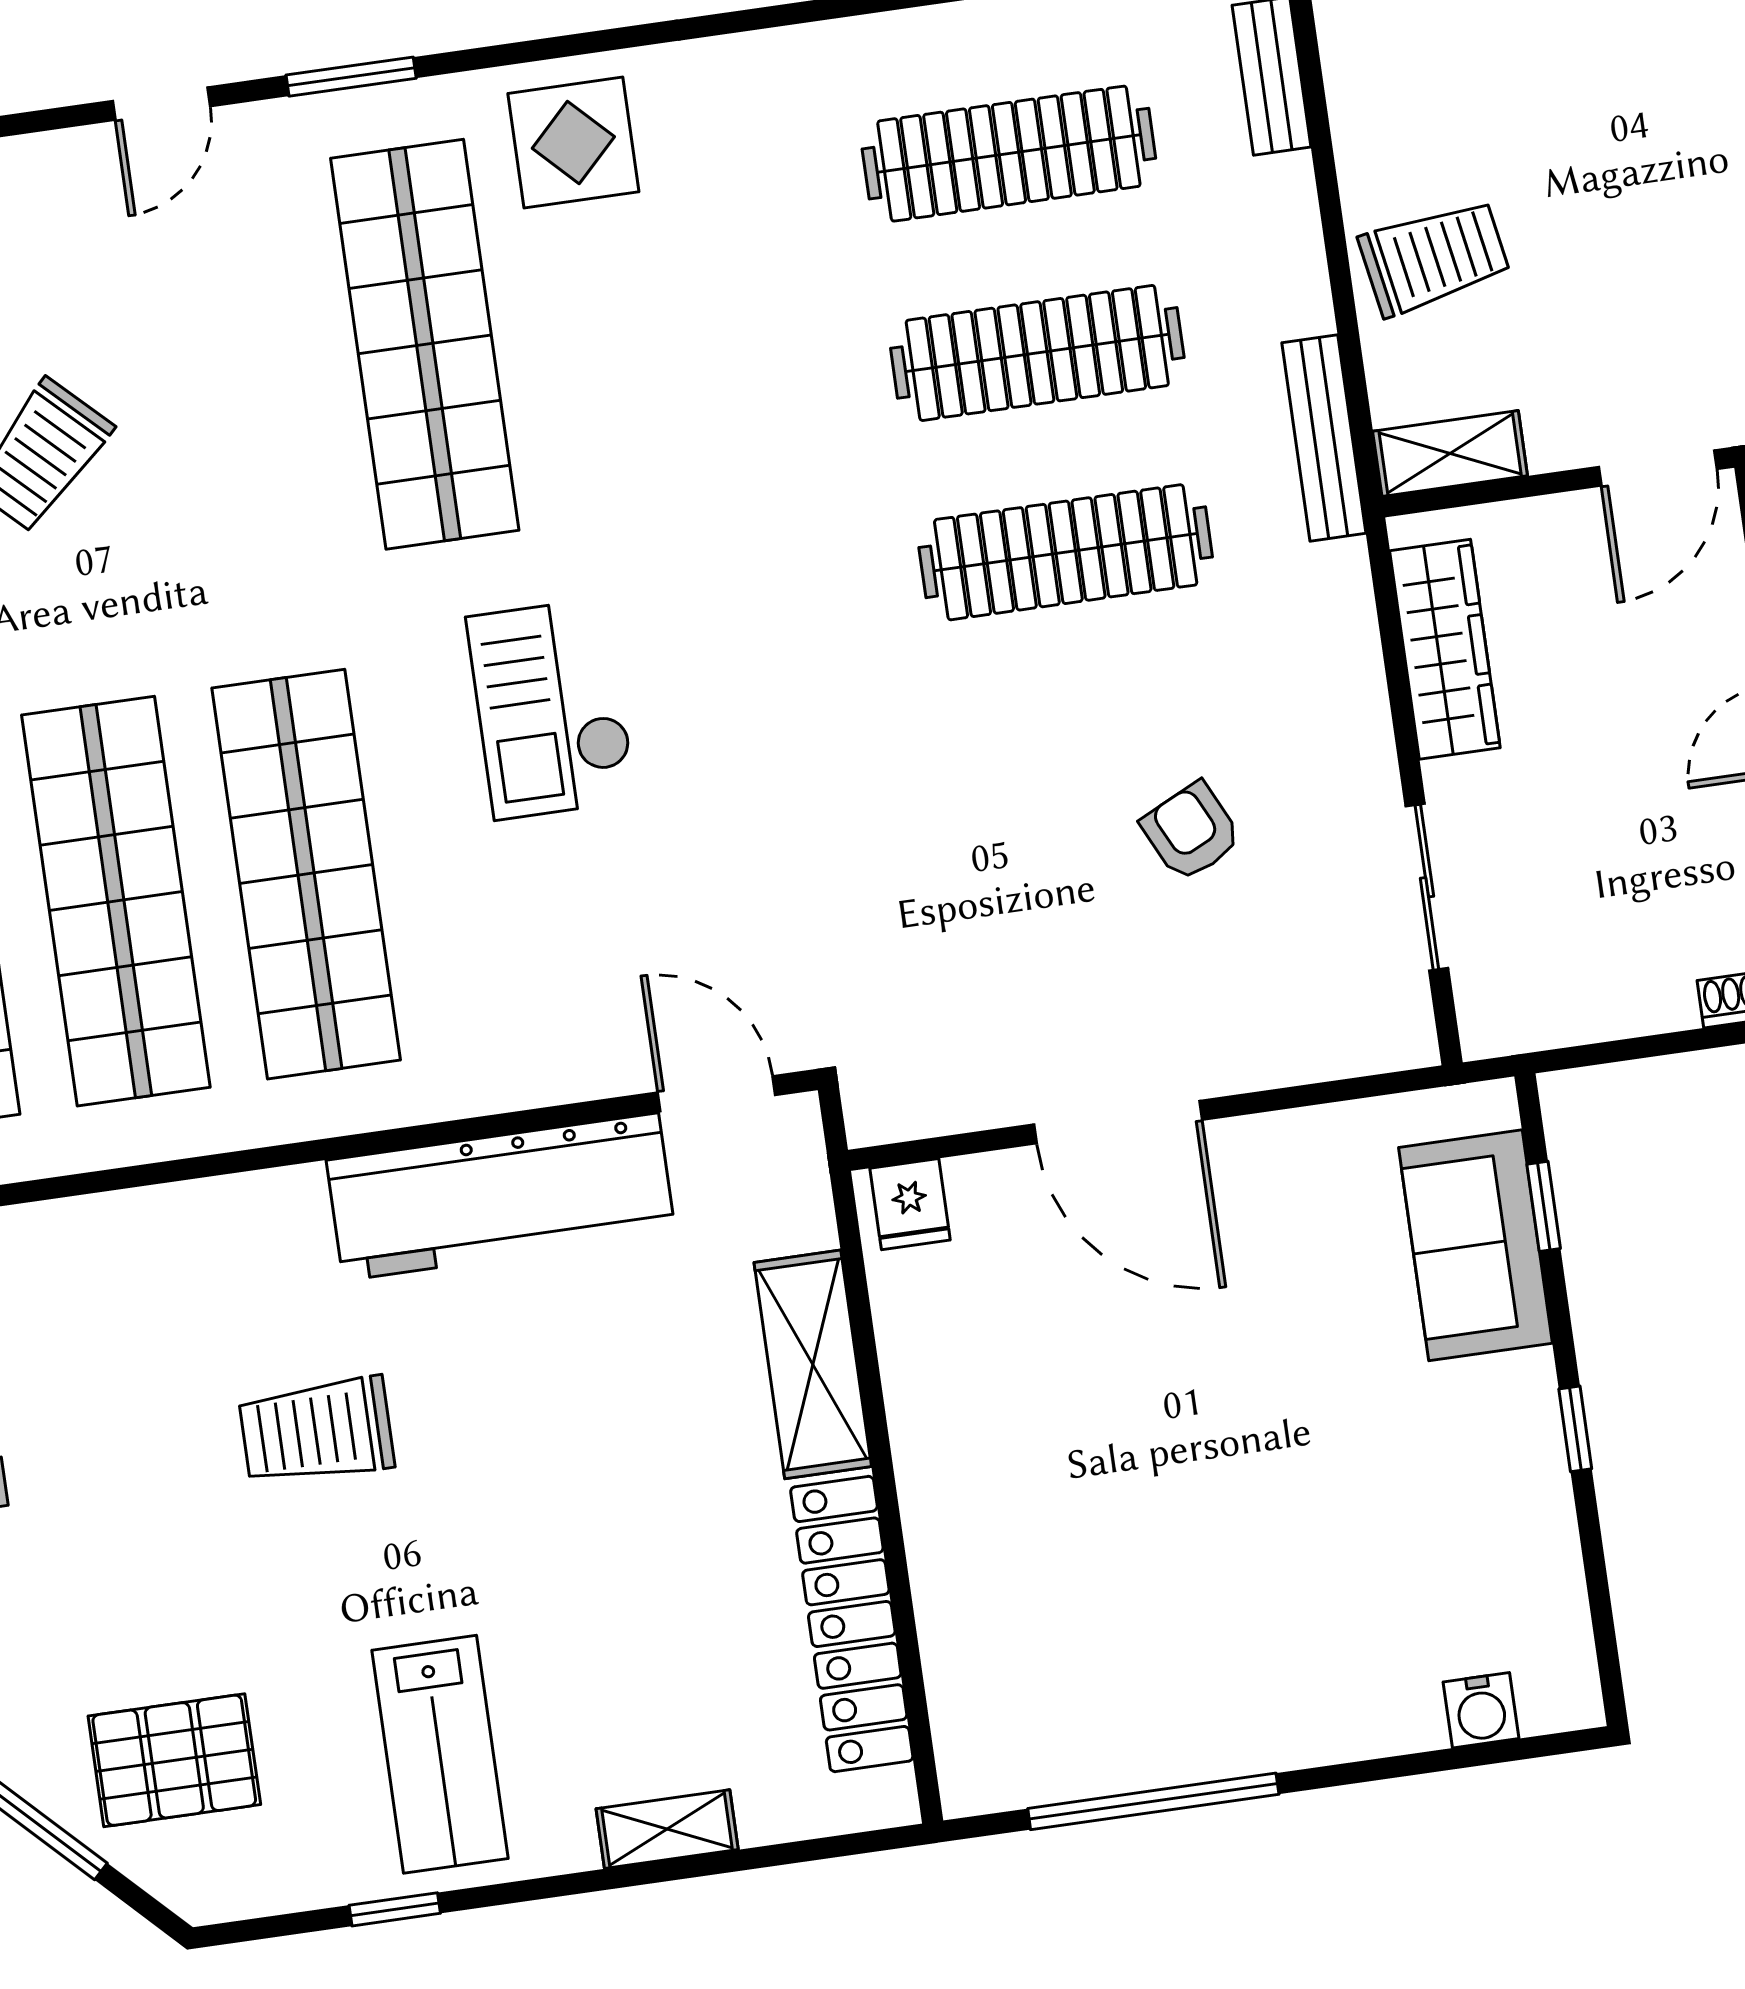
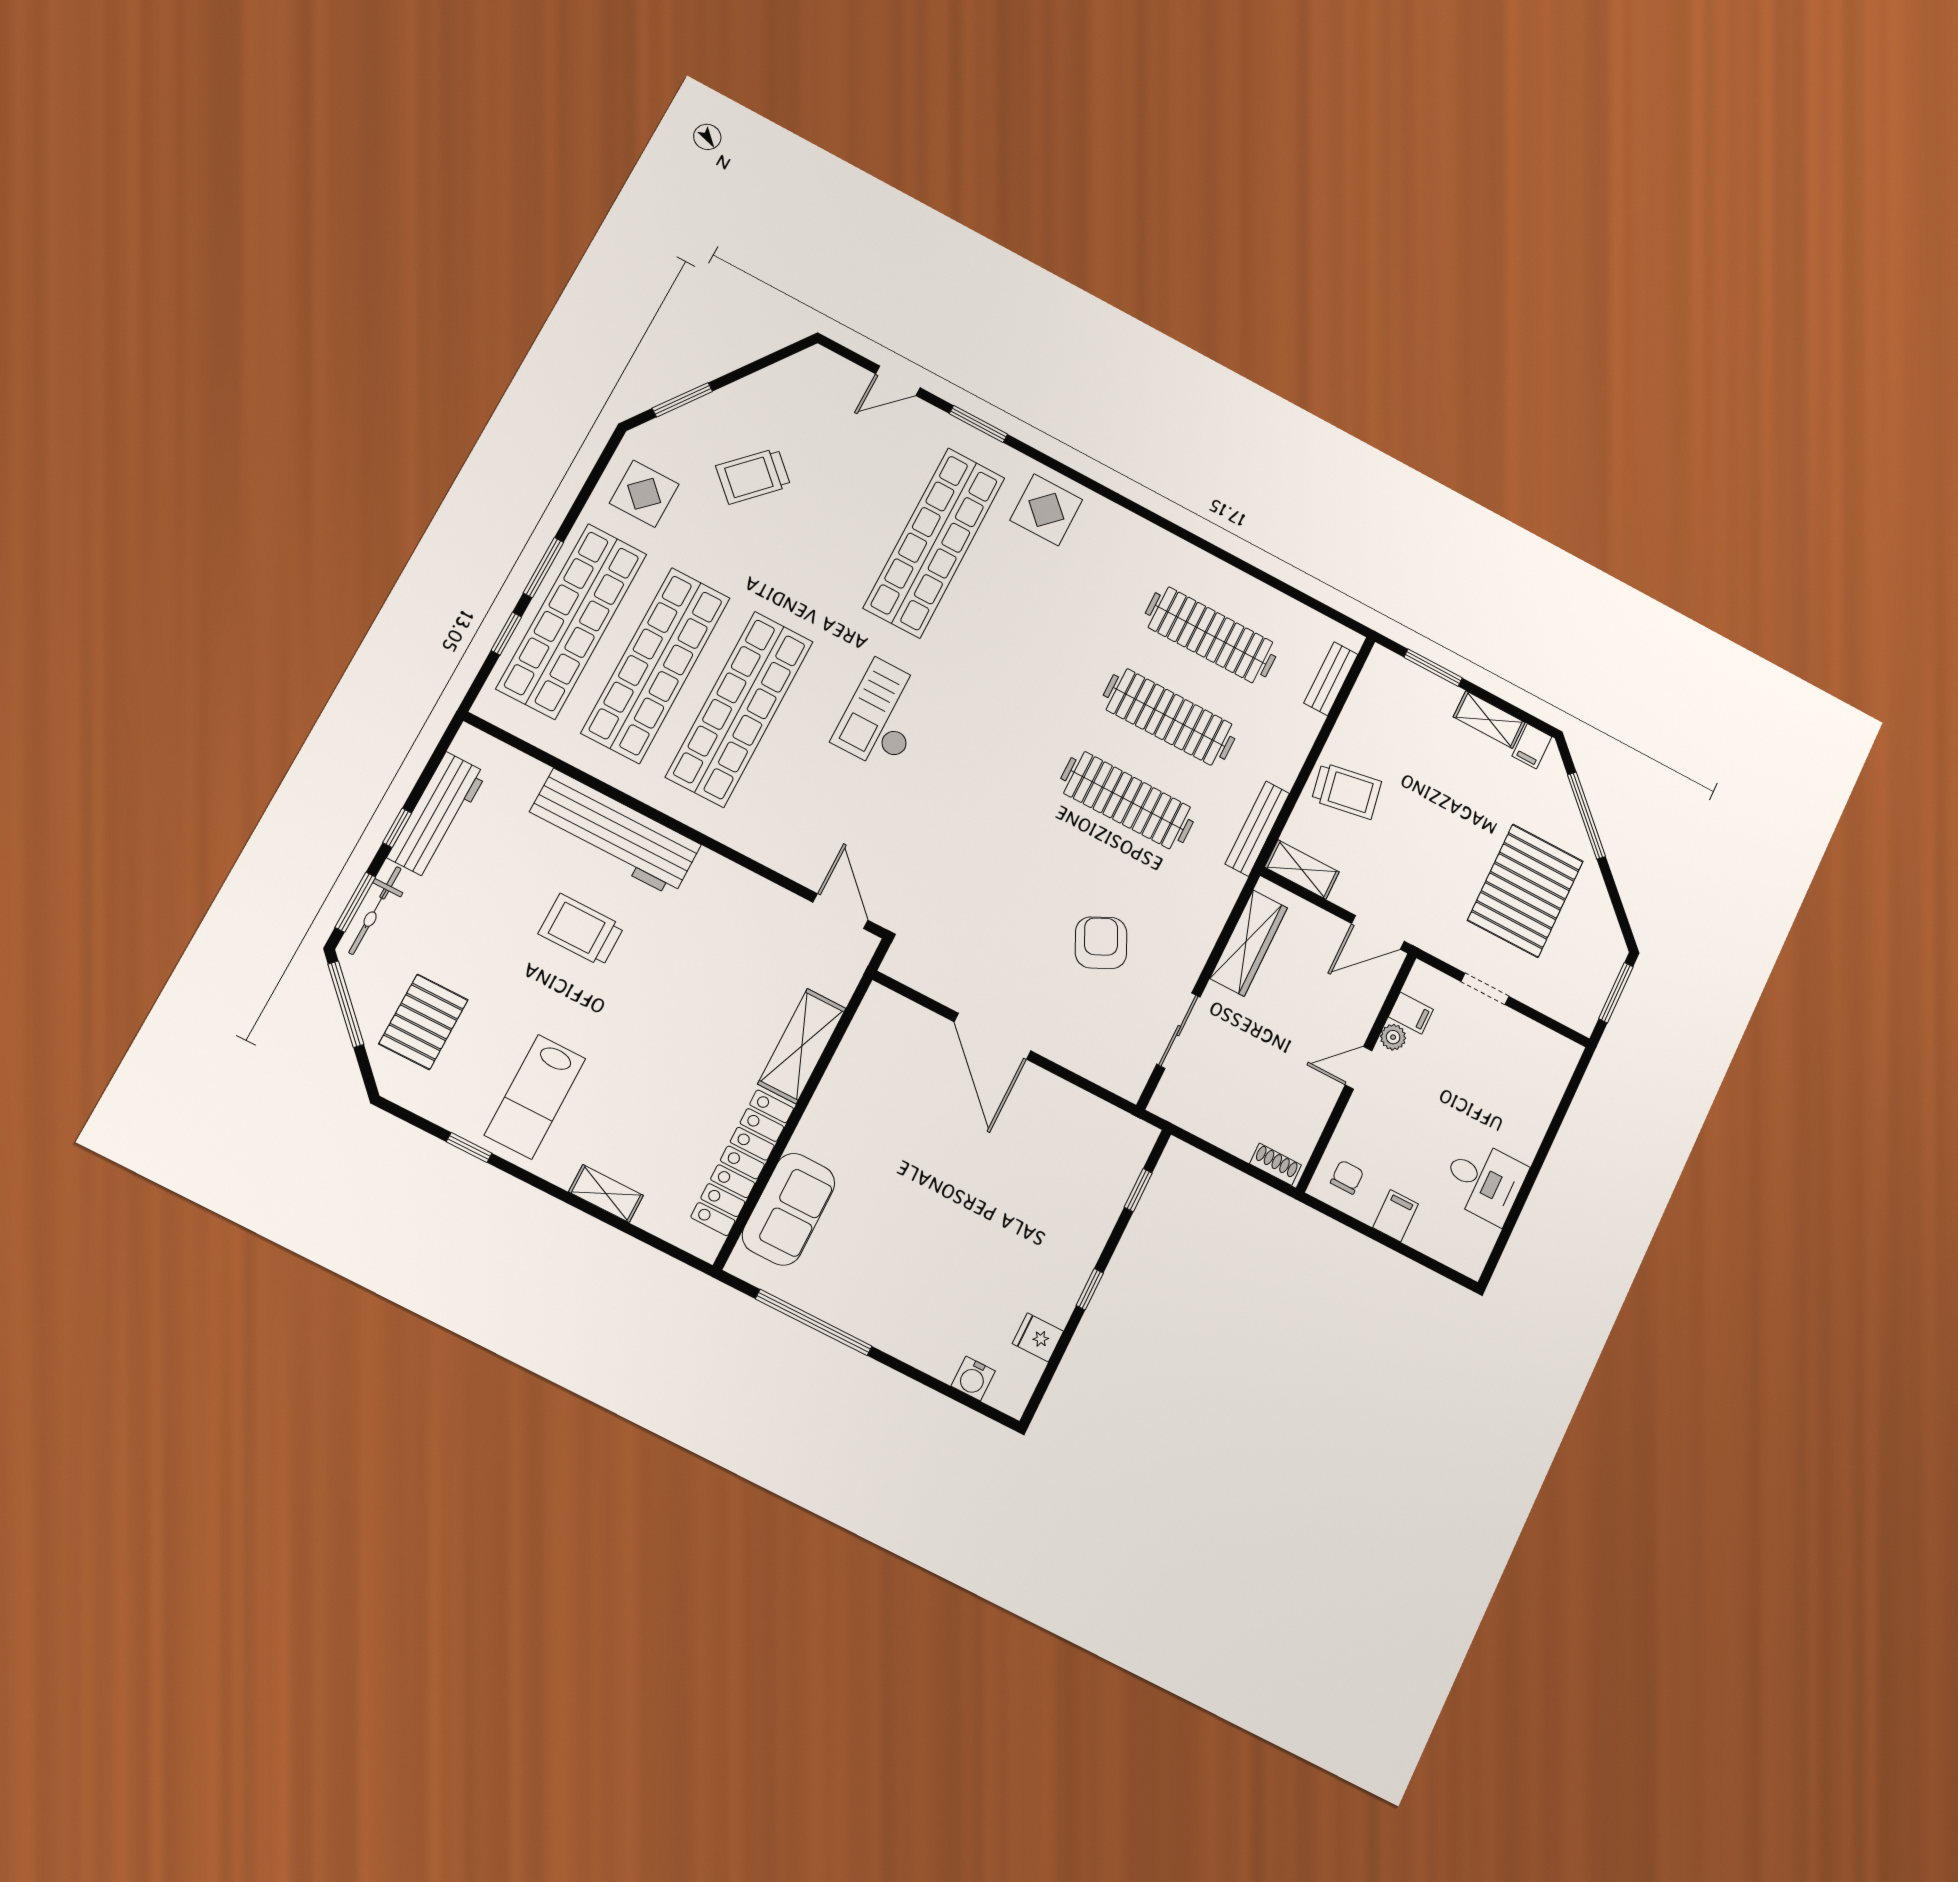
armchair: (1191, 832) -> (1101, 943), width x1.38, depth x1.38
workbench: (501, 1197) -> (613, 833), moved
fridge: (910, 1204) -> (1038, 1337), moved, turned 90
sofa: (1475, 1245) -> (789, 1209), moved, turned 180
pallet: (174, 1760) -> (423, 1022), turned 90

